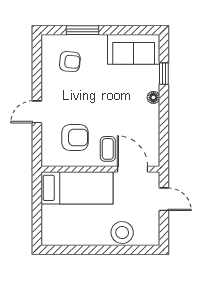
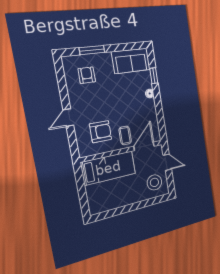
armchair: (70, 62) -> (87, 75), turned -95
door: (132, 169) -> (144, 146), hinge flipped
stool: (122, 232) -> (154, 182), moved

